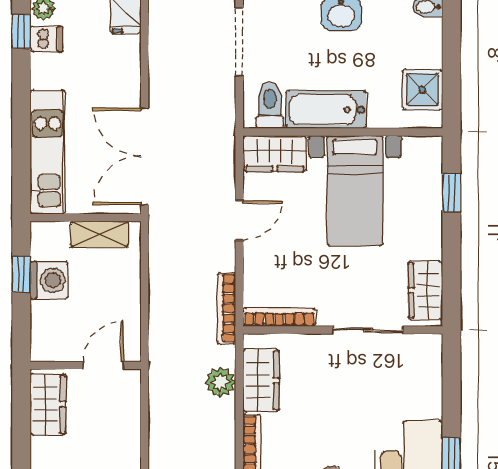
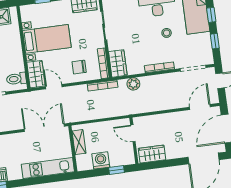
bathtub: (326, 110) -> (15, 55), removed
double door: (145, 156) -> (44, 128), swing flipped
door: (239, 220) -> (54, 87), moved
chair: (278, 258) -> (79, 67), added
window: (21, 274) -> (116, 170), moved
wardrobe: (261, 380) -> (118, 63), moved, turned 90

